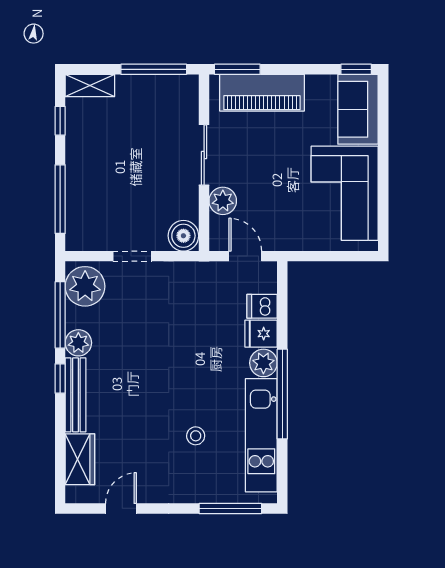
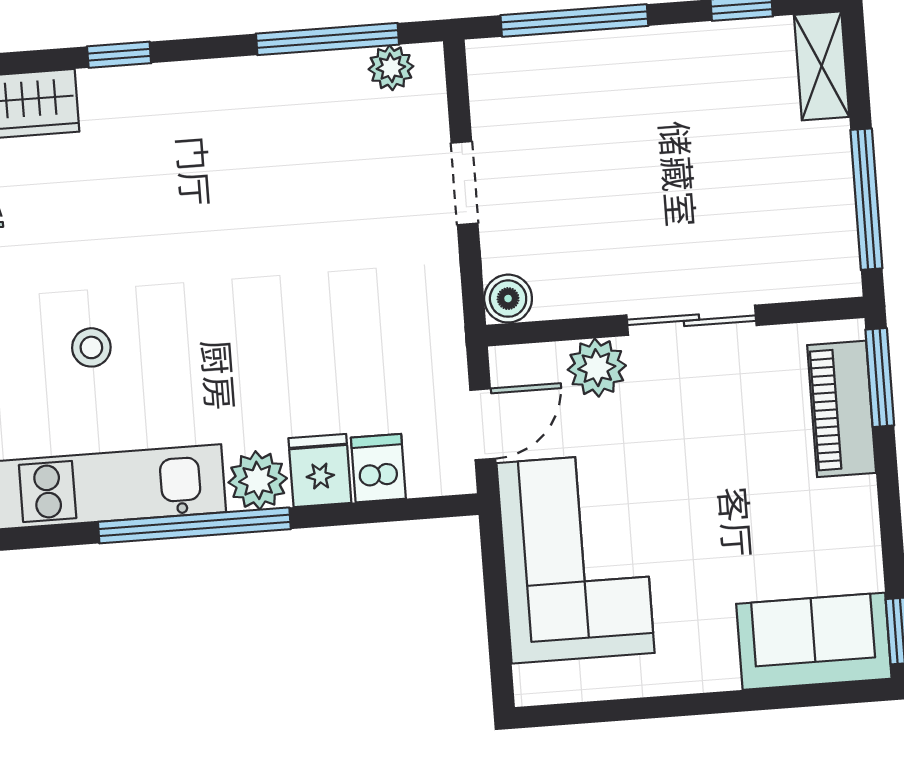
piano: (262, 93) -> (842, 409), width x0.73, depth x0.75
corner sofa: (345, 193) -> (576, 558), moved, turned 90
boiler: (183, 236) -> (508, 299), width x0.73, depth x0.73
plant: (85, 286) -> (391, 68), width x0.53, depth x0.53
plant: (78, 343) -> (271, 82), removed
window: (60, 378) -> (119, 55), moved
bench: (76, 395) -> (159, 85), removed

